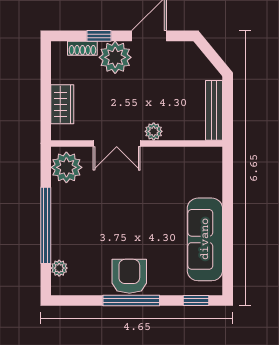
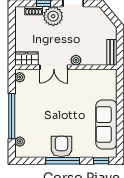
wardrobe: (62, 104) -> (26, 59), moved, turned -90
bench: (214, 110) -> (112, 52), width x0.73
plant: (66, 167) -> (20, 77), width x0.53, depth x0.53

